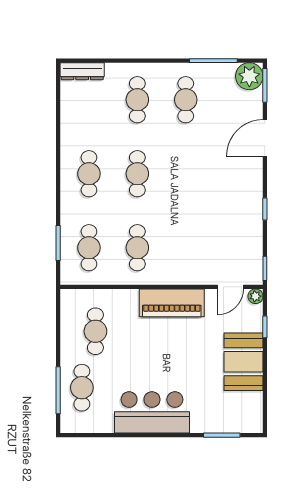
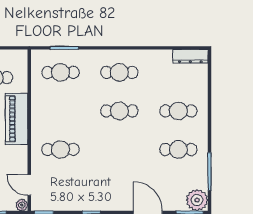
dresser: (82, 71) -> (190, 56), moved, turned -90
cafe table: (137, 248) -> (60, 149), moved
piano: (172, 303) -> (17, 119), moved

